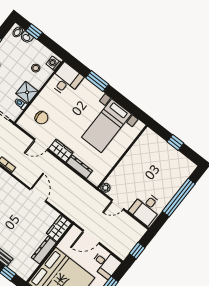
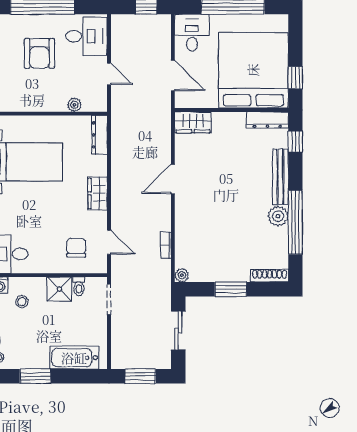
door: (41, 144) -> (109, 242), moved
dresser: (79, 167) -> (100, 135), moved
armchair: (156, 177) -> (39, 53), added
plant: (105, 188) -> (74, 105), moved
dresser: (44, 250) -> (267, 120), moved

